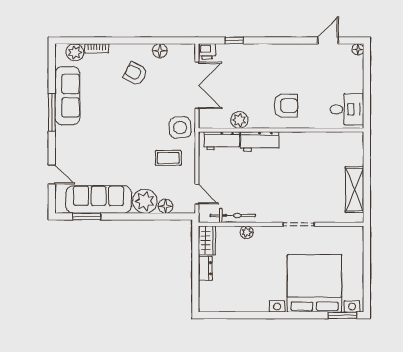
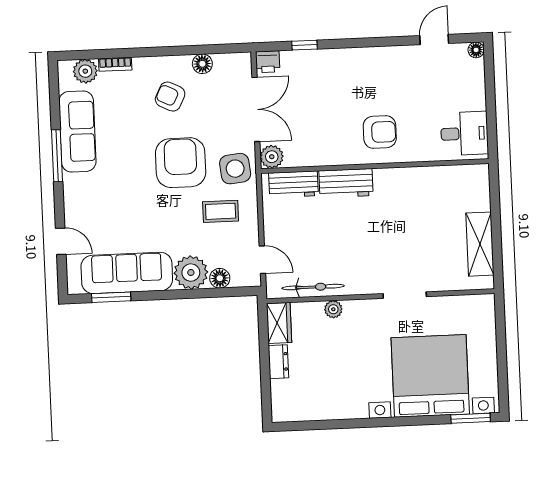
plant: (239, 120) -> (272, 157), moved
armchair: (141, 121) -> (181, 163), added

